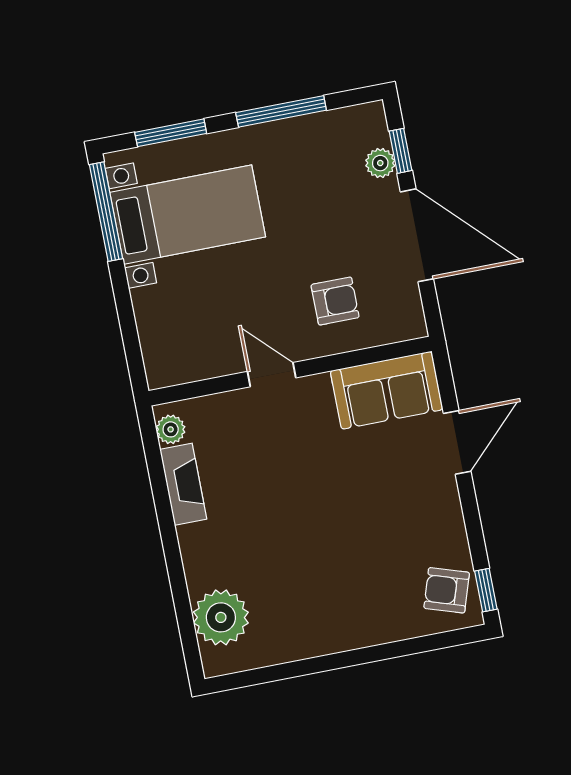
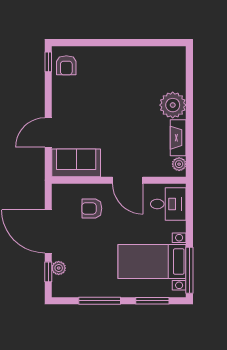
desk: (177, 341) -> (168, 204), added
door: (272, 375) -> (128, 180), width x1.38
armchair: (447, 590) -> (66, 65), turned 72
plant: (221, 617) -> (173, 105), moved

